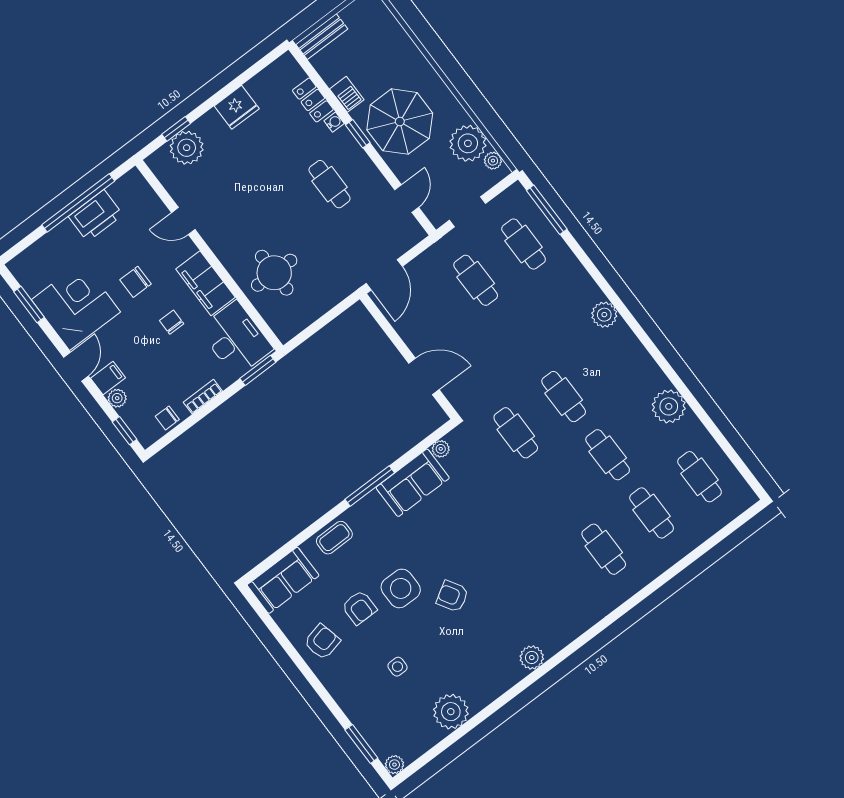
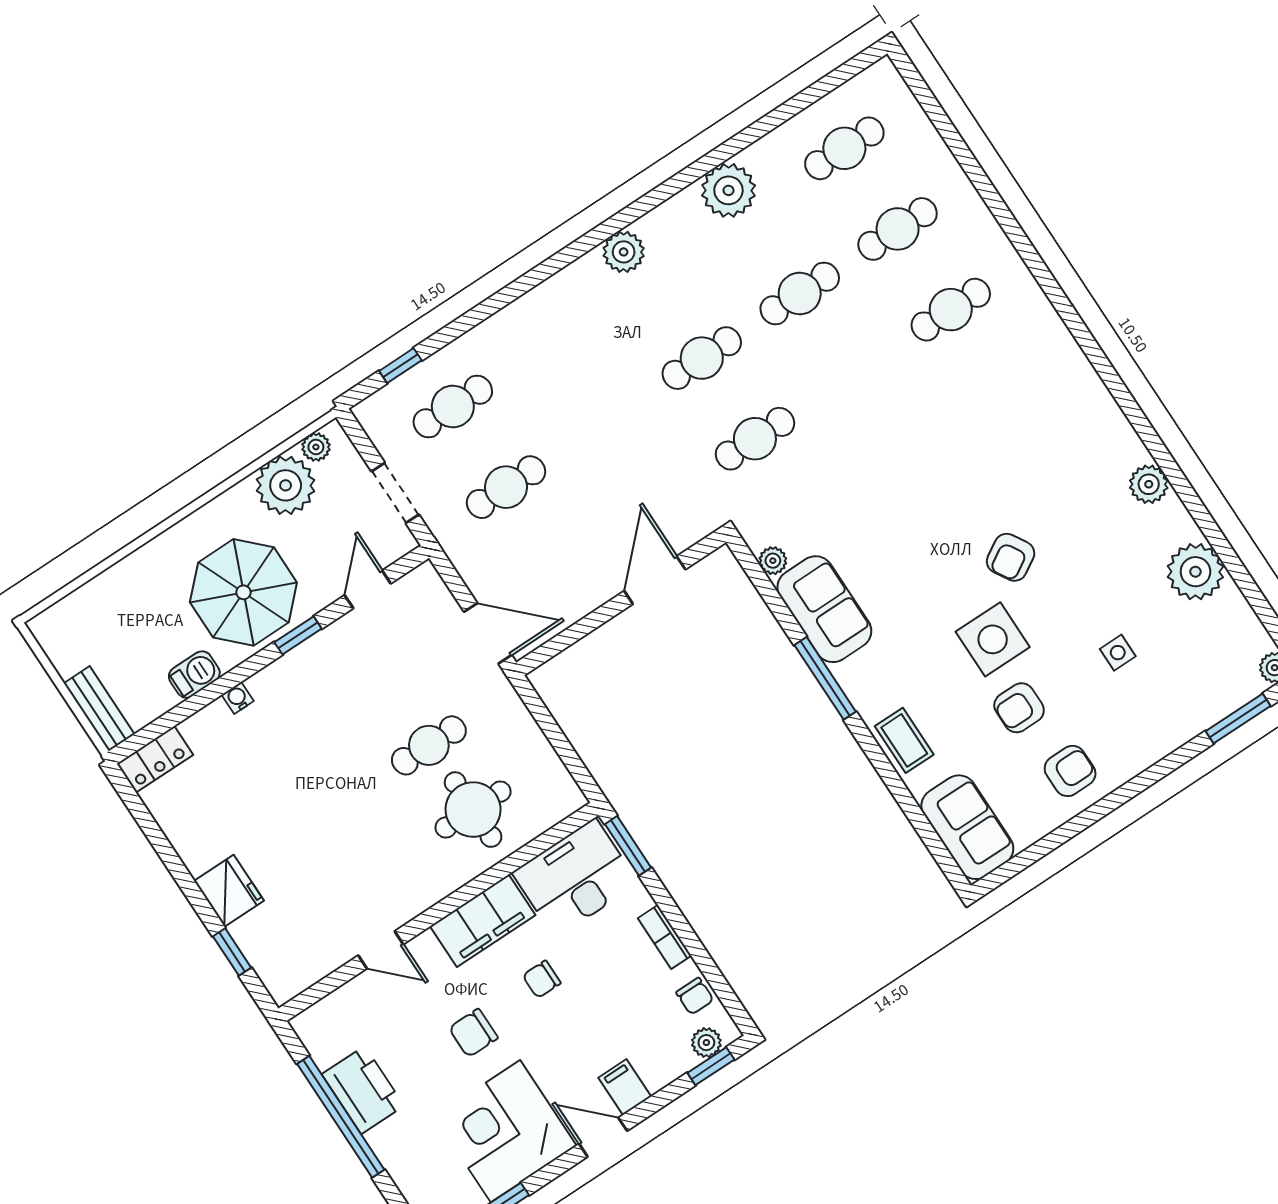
locker: (313, 100) -> (155, 759), moved
fridge: (237, 107) -> (229, 891), moved
window: (358, 134) -> (298, 635), moved
plant: (187, 148) -> (263, 937), removed
cafe table: (330, 184) -> (429, 745), moved
door: (407, 199) -> (368, 589), hinge flipped
window: (547, 210) -> (400, 366), width x0.46
door: (183, 221) -> (381, 950), hinge flipped
chair: (135, 282) -> (473, 1033), turned 90
plant: (604, 315) -> (624, 252), moved
plant: (117, 398) -> (706, 1043), moved
armchair: (359, 608) -> (1019, 708), turned 180
armchair: (322, 642) -> (1070, 771), turned 103
plant: (532, 658) -> (1149, 484), moved

